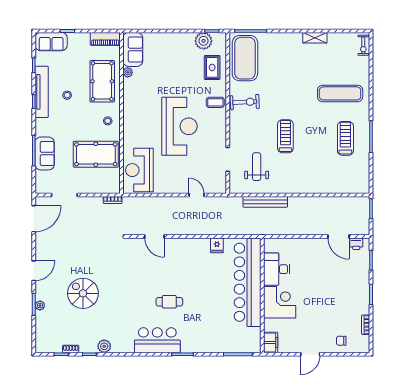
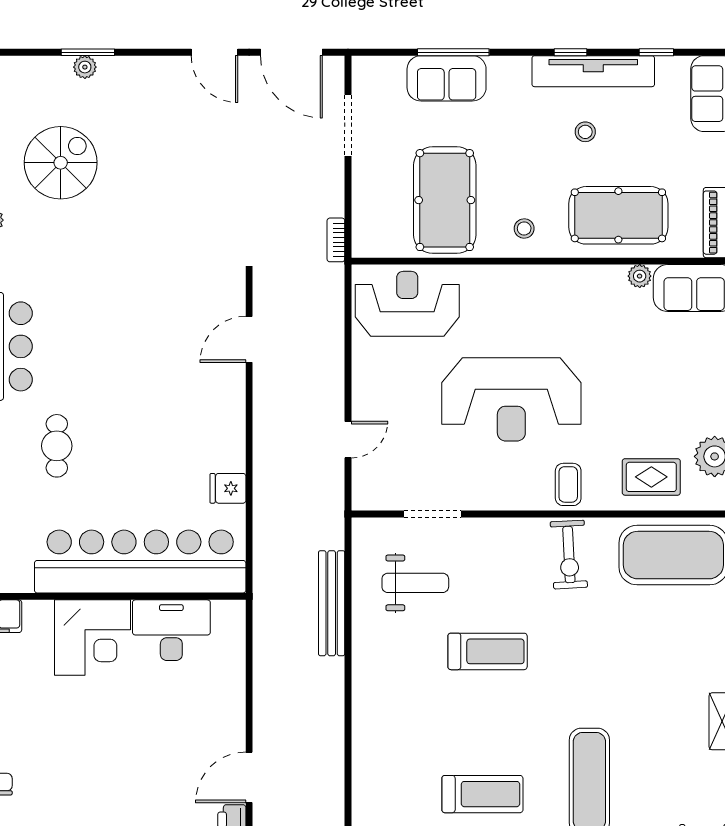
door: (34, 271) -> (215, 52), moved
spiral stairs: (83, 293) -> (61, 163), moved
cafe table: (169, 302) -> (57, 446), moved

